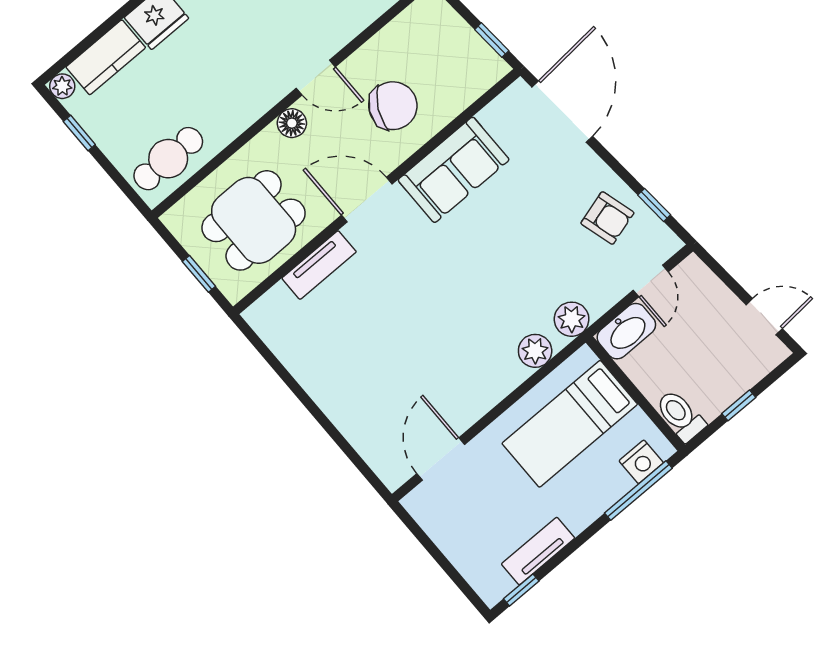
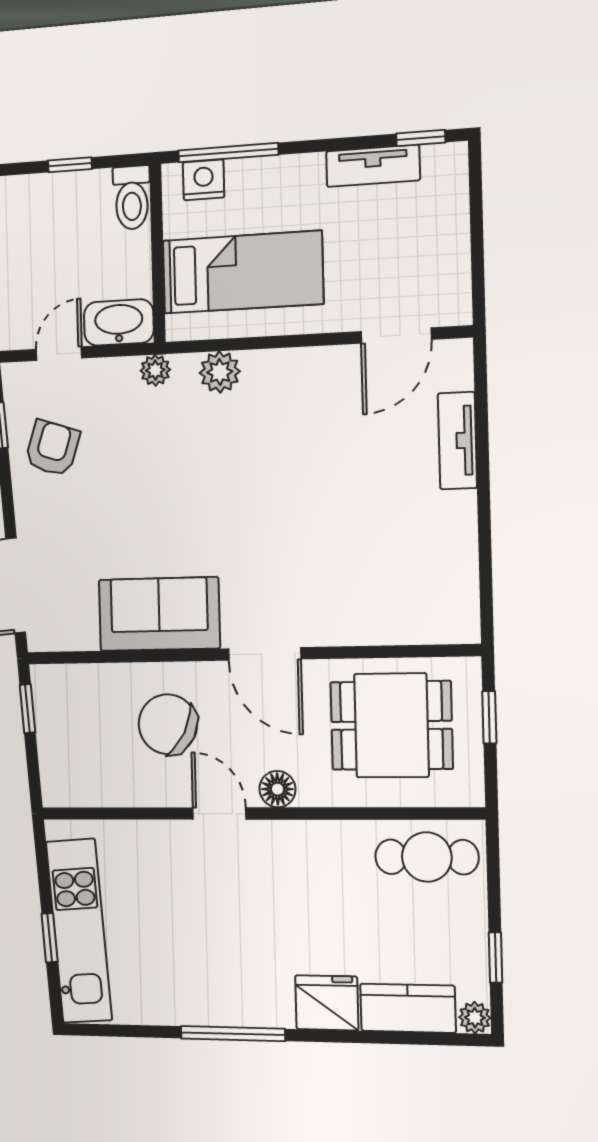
armchair: (607, 218) -> (52, 448), turned 34
tv unit: (319, 265) -> (457, 441), moved, turned -90
plant: (572, 319) -> (155, 370), width x0.73, depth x0.73

